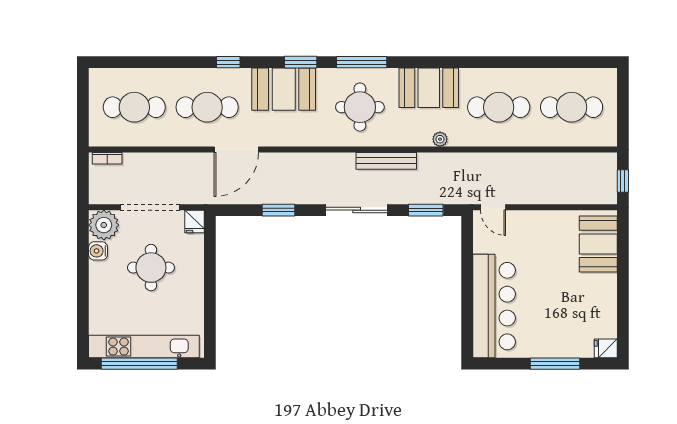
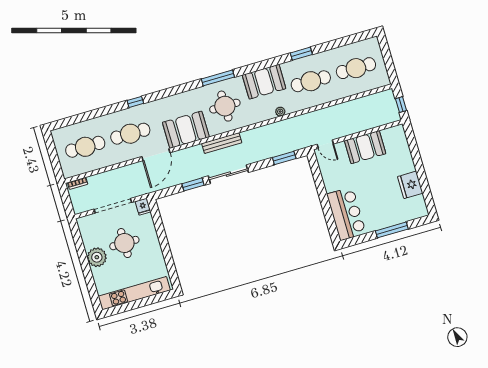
window: (301, 62) -> (301, 54), moved
booth: (284, 89) -> (186, 130), moved
bench: (386, 161) -> (222, 143), moved
sliding door: (357, 210) -> (228, 174), moved
plant: (104, 225) -> (97, 257), moved
booth: (598, 244) -> (365, 147), moved, turned 90
water cooler: (98, 251) -> (89, 242), removed
bar counter: (494, 306) -> (346, 214), width x0.73
fridge: (606, 348) -> (410, 185), moved, width x1.88, depth x1.34
window: (139, 364) -> (134, 305), removed

